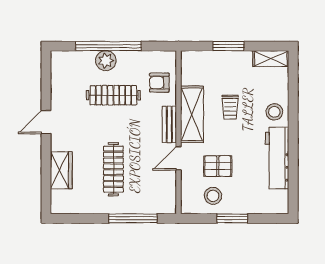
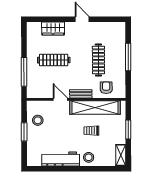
window: (108, 46) -> (128, 57), width x0.68
plant: (106, 61) -> (119, 55), removed
shelving: (192, 114) -> (95, 107), width x1.47
pallet: (218, 166) -> (56, 123), removed

